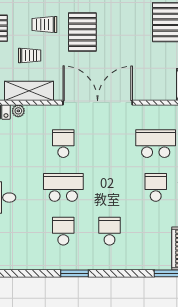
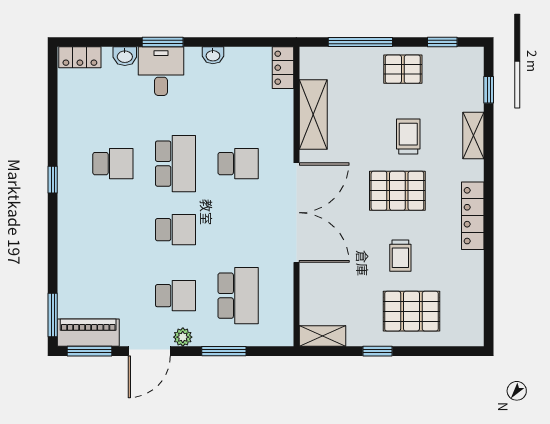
trolley: (30, 56) -> (400, 256), moved
plant: (18, 111) -> (285, 99), removed
school desk: (109, 231) -> (175, 230), moved
window: (74, 273) -> (53, 180), width x0.67

